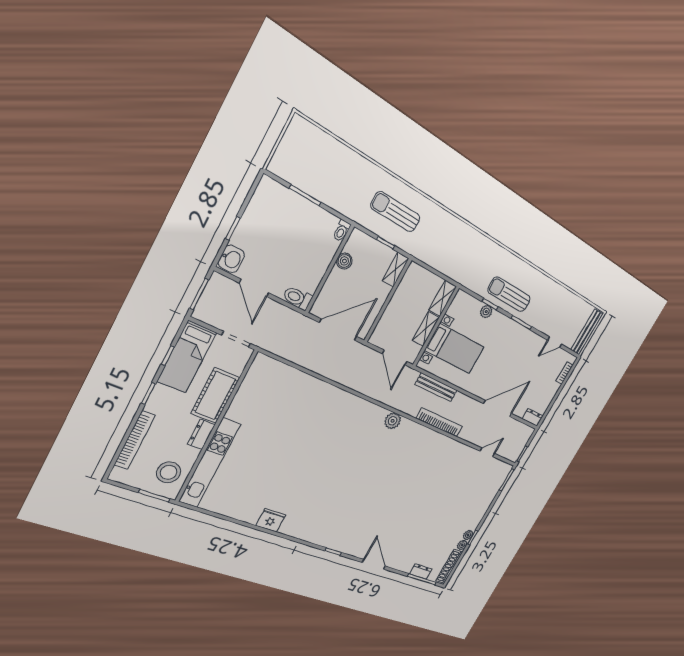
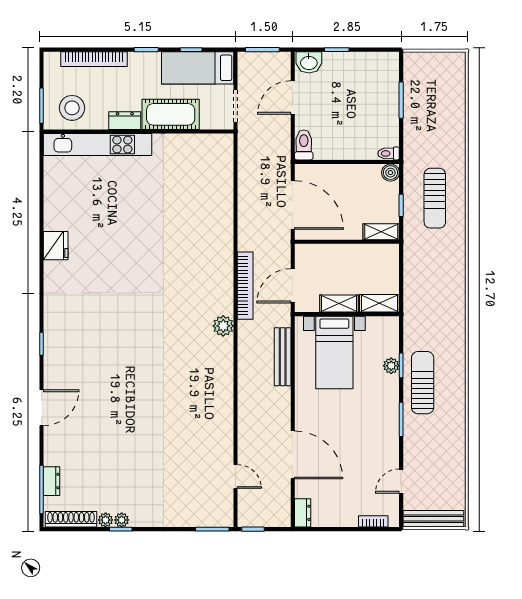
sun lounger: (395, 212) -> (435, 198), turned 180
boiler: (344, 261) -> (390, 173), moved
door: (555, 342) -> (401, 481), hinge flipped
bookcase: (439, 422) -> (245, 286), moved

